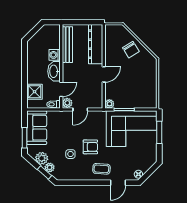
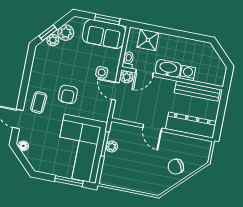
door: (61, 89) -> (144, 73), hinge flipped
plant: (109, 104) -> (112, 146), moved
window: (25, 138) -> (107, 19), moved
side table: (70, 154) -> (102, 72), moved

